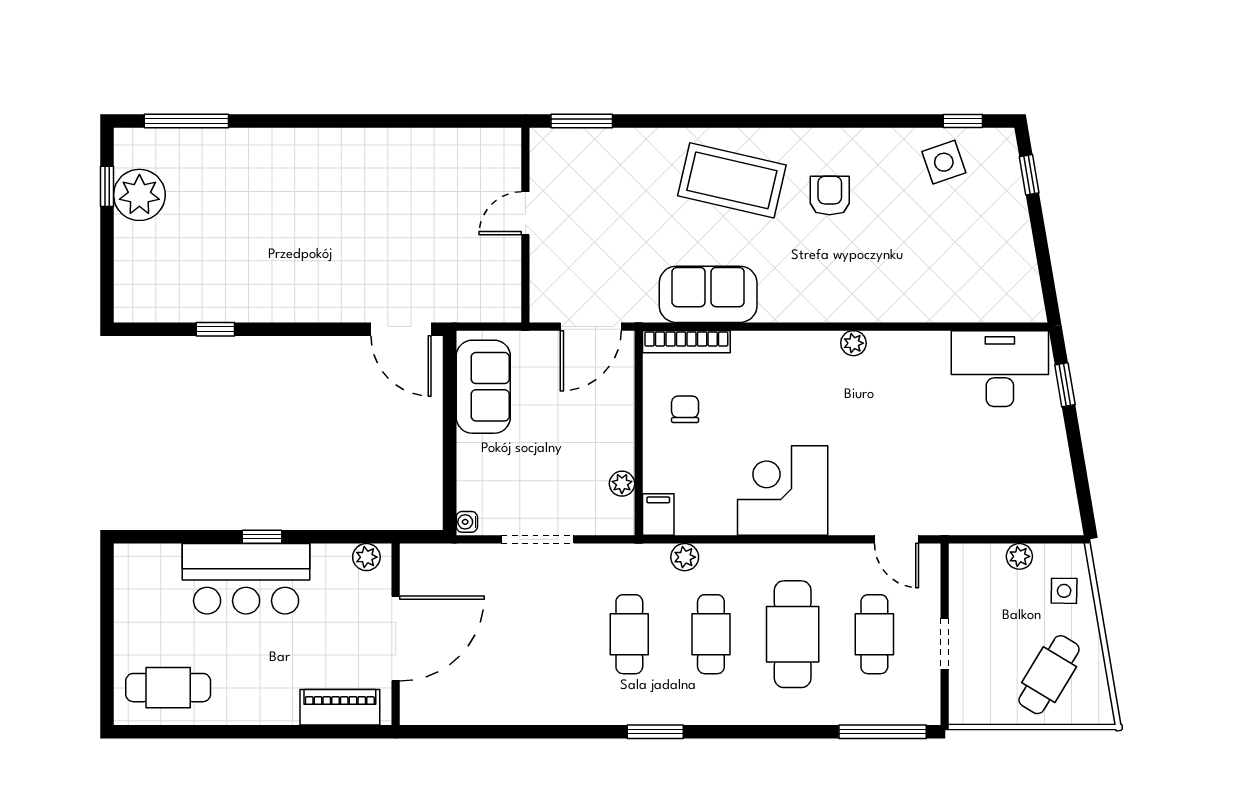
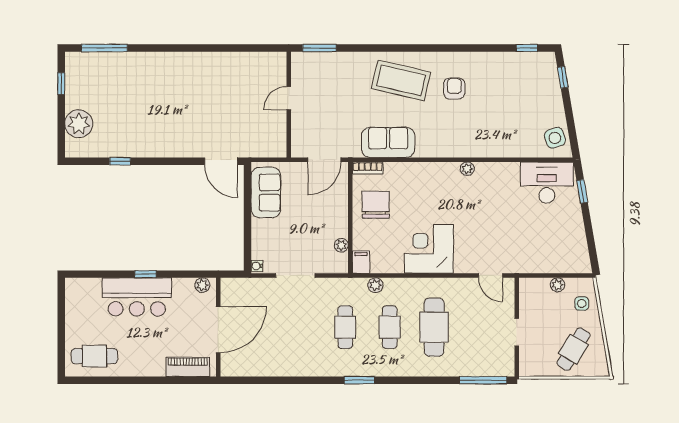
side table: (944, 162) -> (555, 138), moved
plant: (139, 195) -> (79, 124), moved
bookcase: (686, 342) -> (368, 168), width x0.64
chair: (685, 409) -> (376, 205), width x1.87, depth x1.87
cafe table: (874, 634) -> (479, 327), removed

